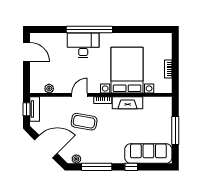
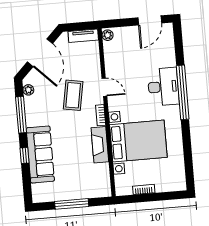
plant: (49, 89) -> (108, 35), moved
window: (27, 109) -> (82, 26), removed
sofa: (148, 154) -> (40, 154), moved

